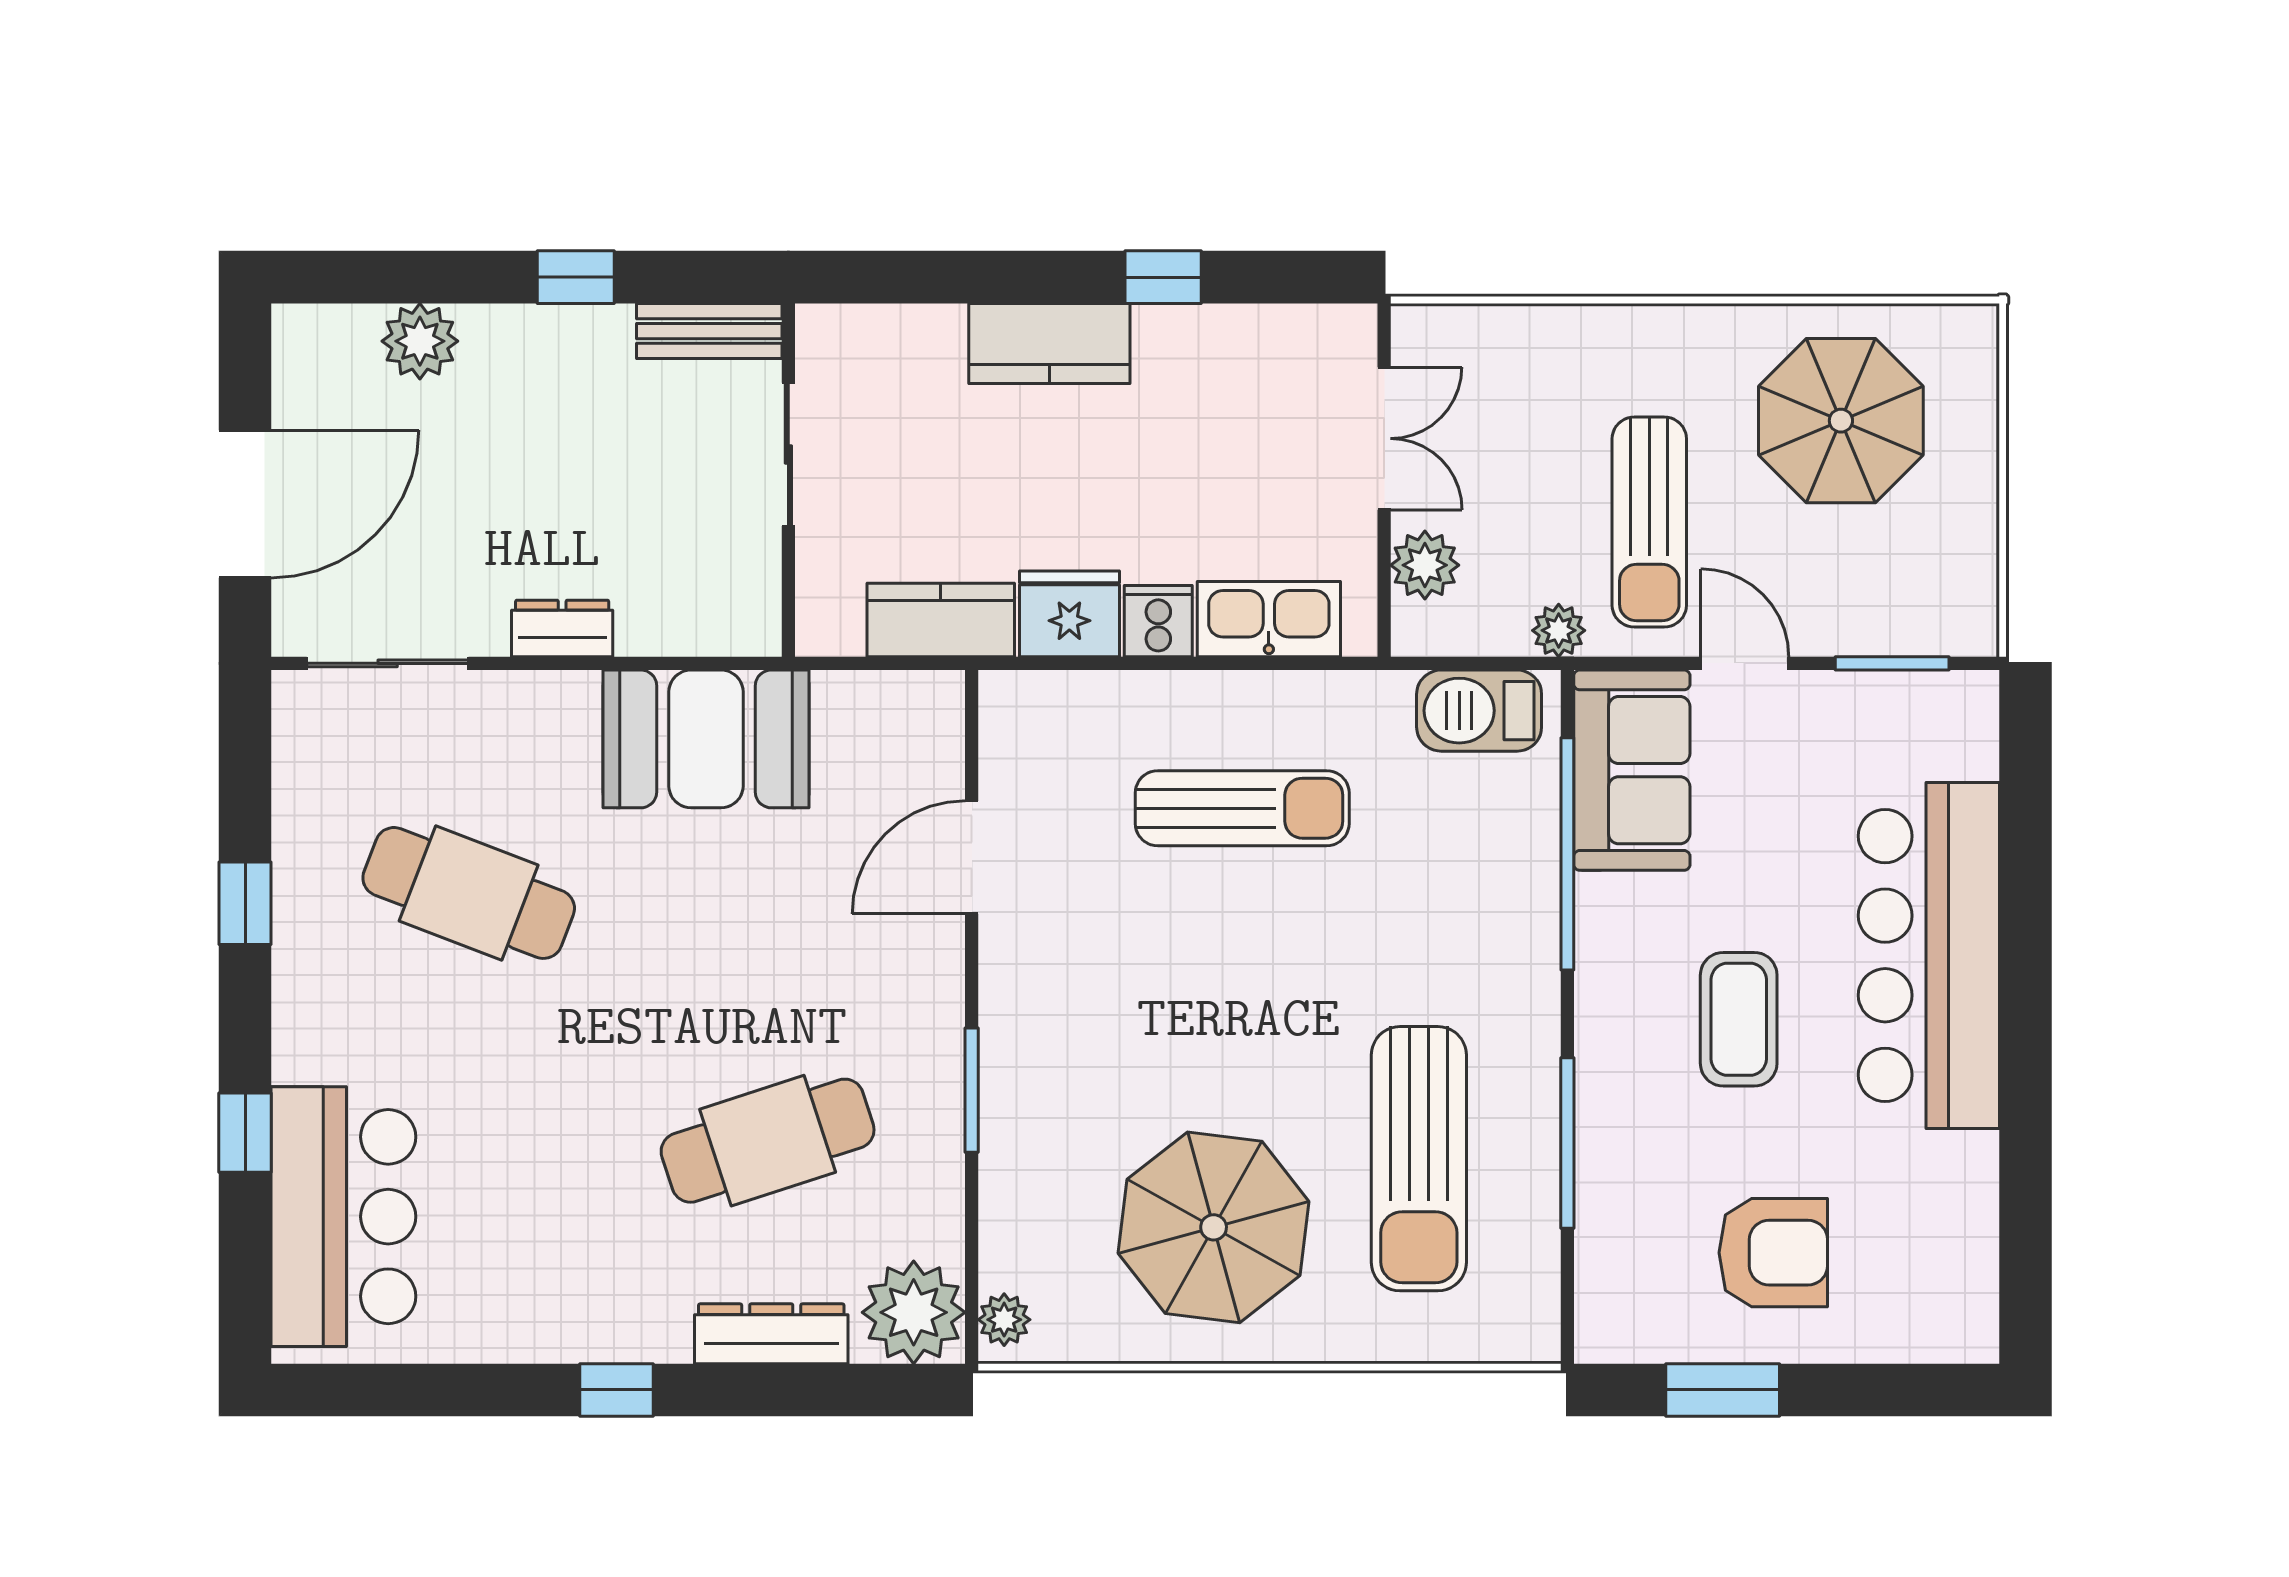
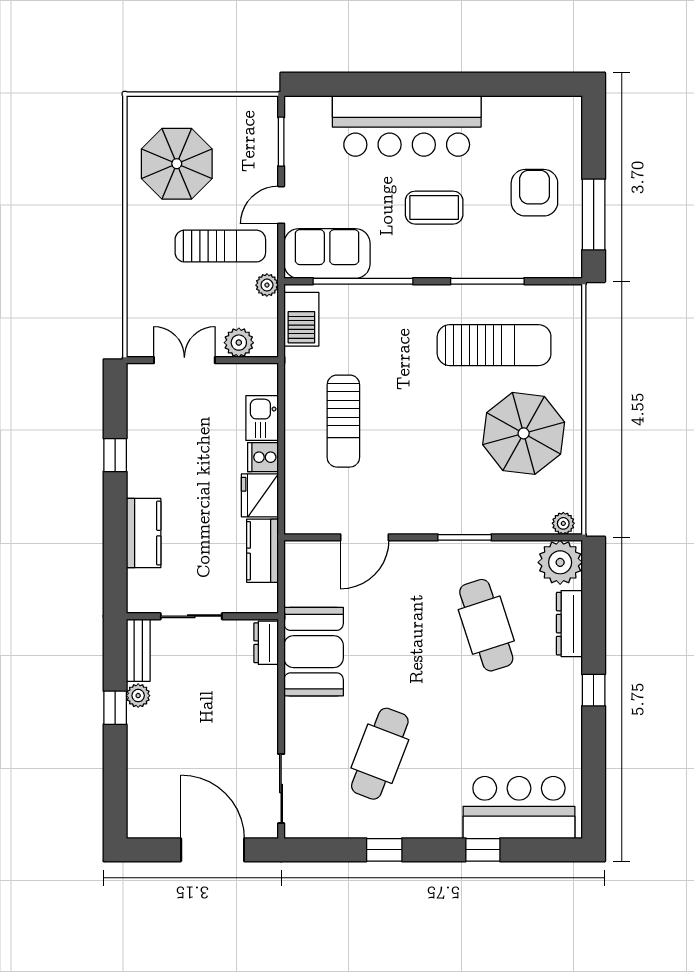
plant: (420, 341) -> (138, 696), moved, width x0.73, depth x0.73
kitchen counter: (1049, 344) -> (144, 533), moved
kitchen sink: (1269, 619) -> (262, 418), width x0.73
dresser: (562, 628) -> (266, 643), moved
sun lounger: (1242, 808) -> (343, 421), turned 180
door: (972, 857) -> (365, 537), hinge flipped
window: (1723, 1390) -> (594, 215), width x1.44

